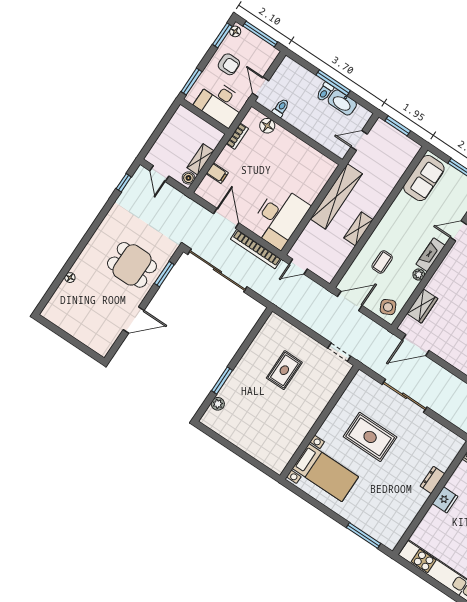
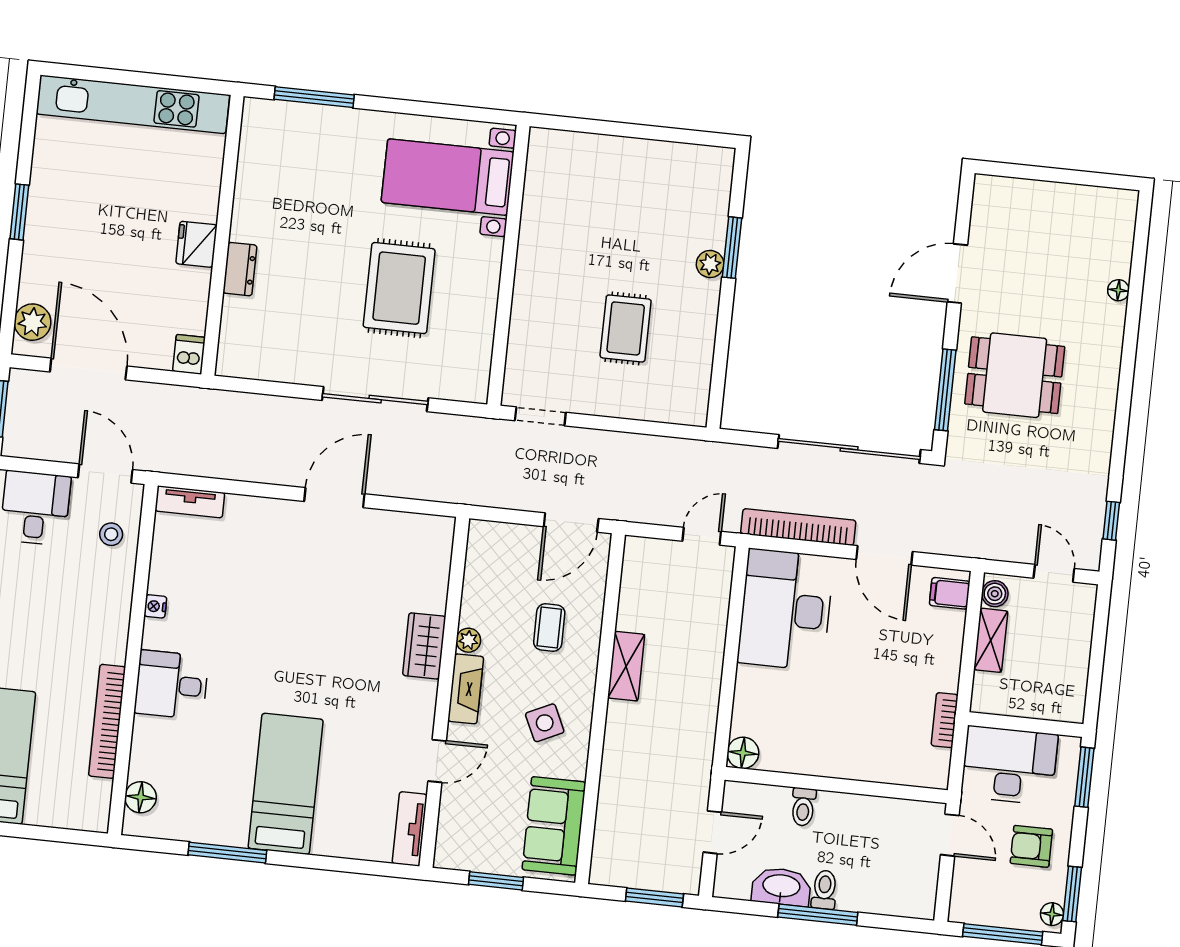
toilet: (281, 108) -> (803, 807), moved
floor lamp: (267, 126) -> (743, 753), moved
filing cabinet: (217, 173) -> (950, 593), moved
shelving: (336, 196) -> (700, 705), removed
window: (164, 274) -> (945, 390), width x1.44
wardrobe: (422, 306) -> (424, 646), moved
side table: (388, 307) -> (545, 723), moved
door: (416, 345) -> (334, 498), moved
plant: (218, 404) -> (710, 264), moved
rug: (370, 437) -> (399, 288), turned 90

